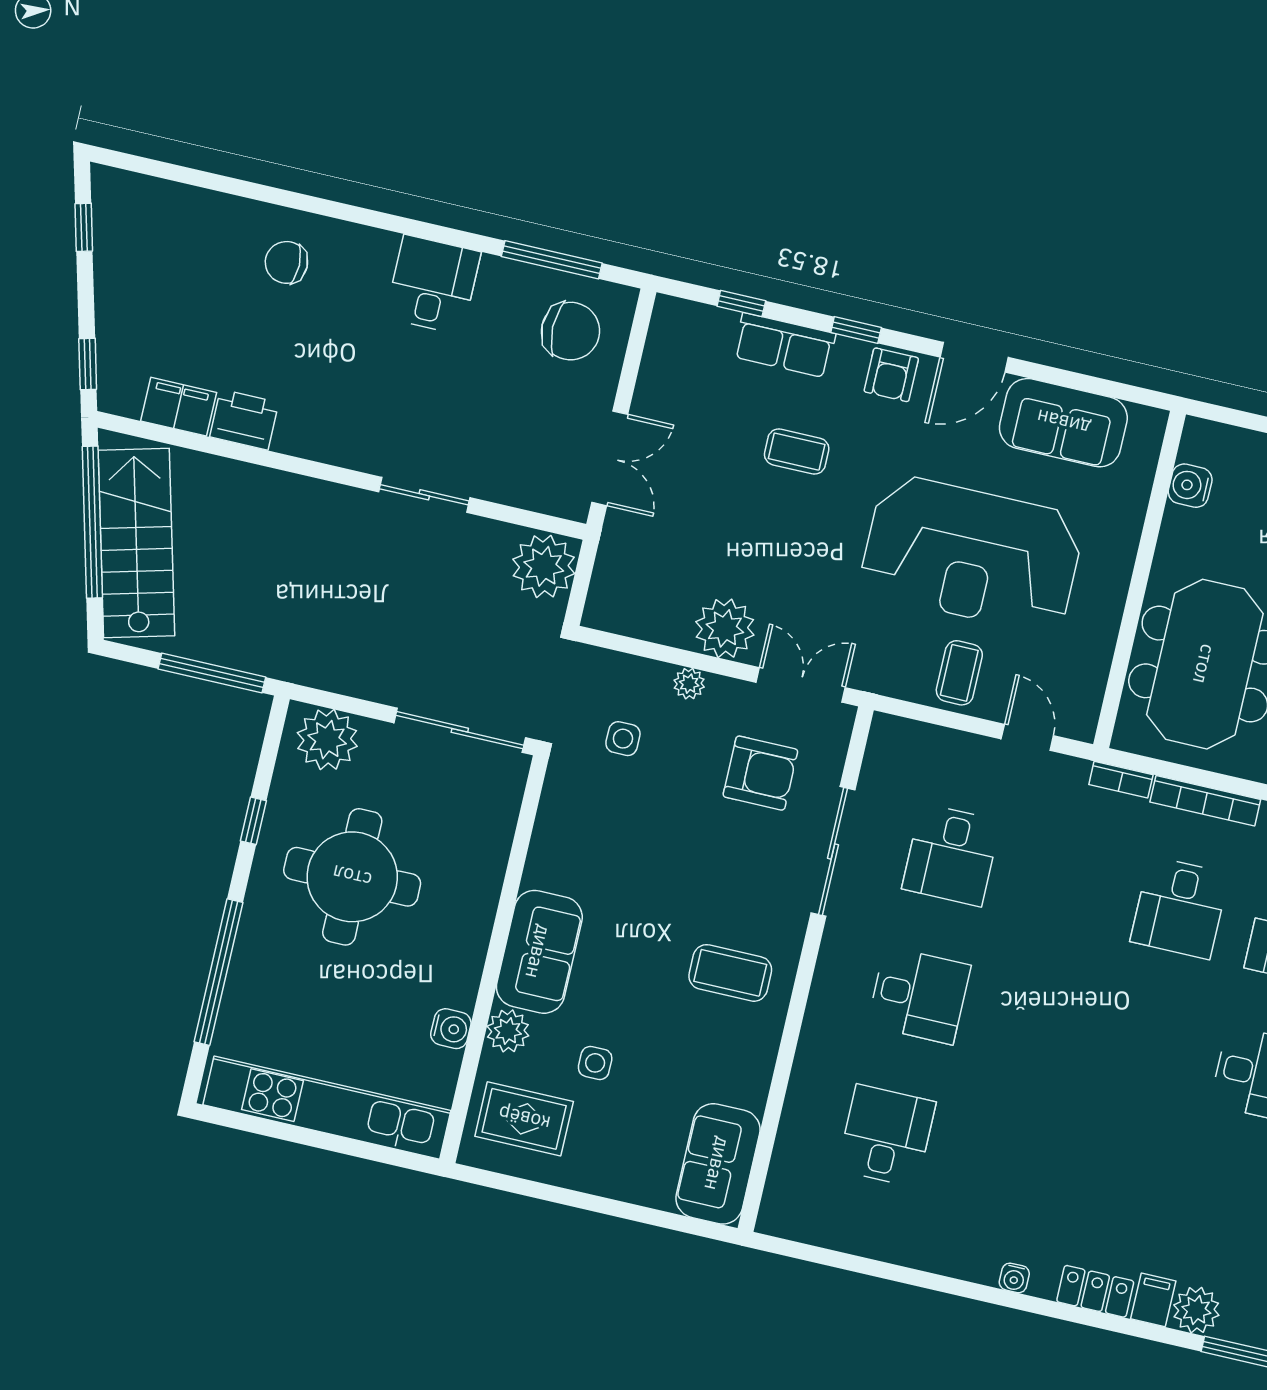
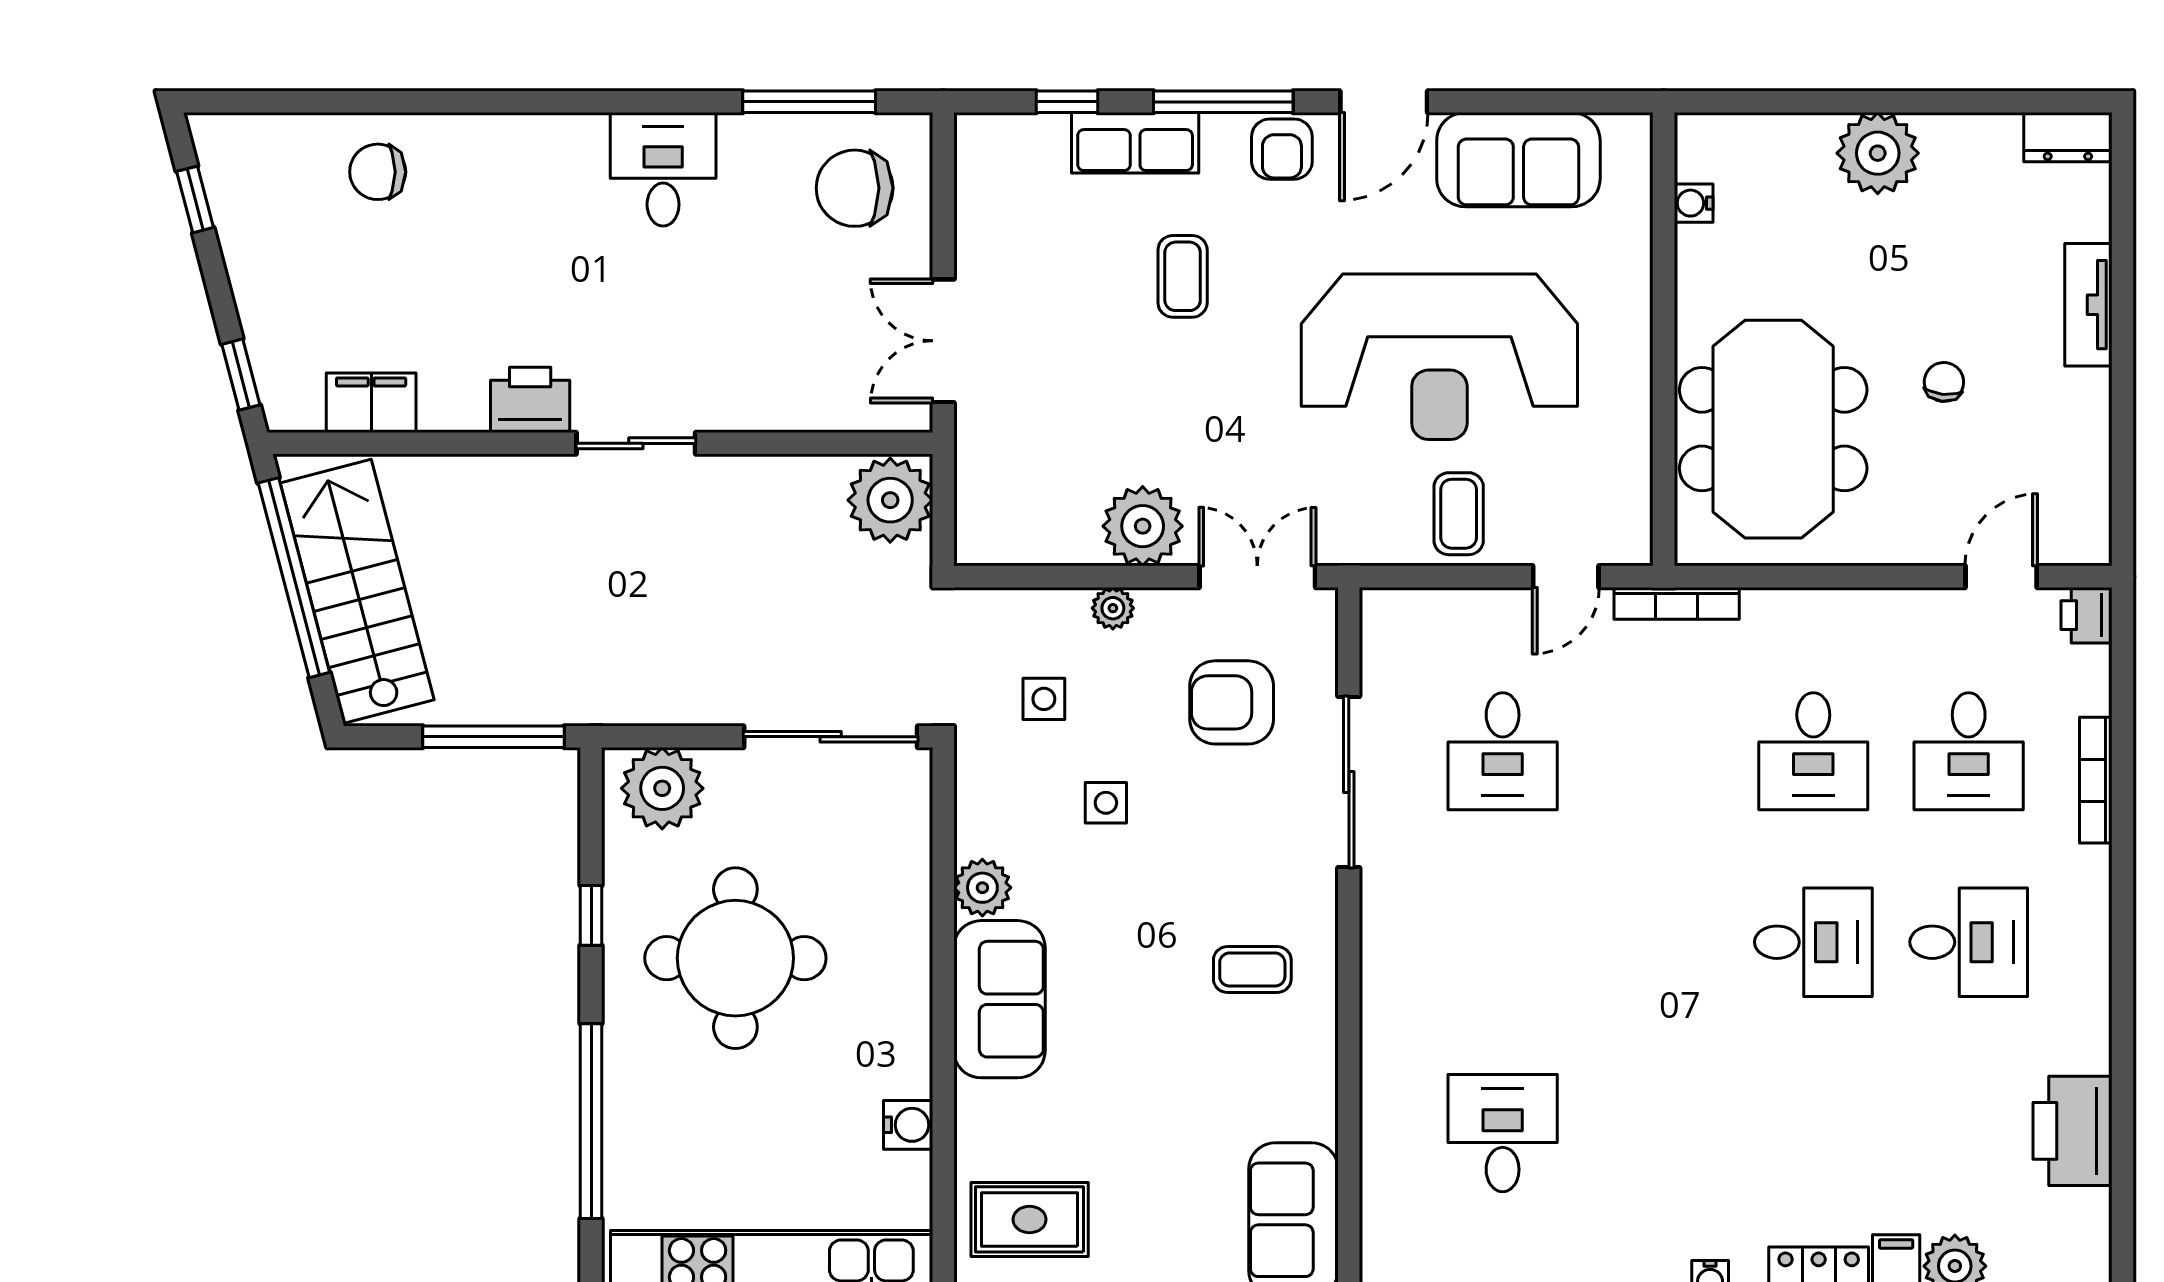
chair: (286, 262) -> (378, 172), moved
window: (856, 330) -> (1223, 102), width x2.17
chair: (570, 331) -> (855, 188), turned 180
printer: (244, 420) -> (530, 400), moved
coffee table: (797, 452) -> (1183, 276), turned 90
double door: (610, 458) -> (943, 341), swing flipped
water cooler: (1190, 486) -> (1694, 203), width x0.72, depth x0.72
sliding door: (424, 495) -> (636, 443), moved
door: (1027, 737) -> (1566, 577), swing flipped
armchair: (760, 773) -> (1232, 702), turned 180
bookcase: (1121, 780) -> (1677, 603), width x1.56
bookcase: (1205, 801) -> (1815, 606), removed
coffee table: (730, 973) -> (1252, 970), width x0.73, depth x0.77
desk: (919, 995) -> (1813, 942), moved
plant: (508, 1031) -> (982, 888), moved
side table: (595, 1063) -> (1106, 803), moved

